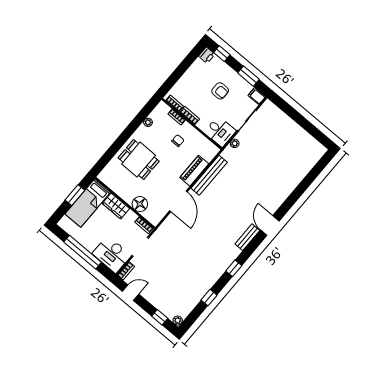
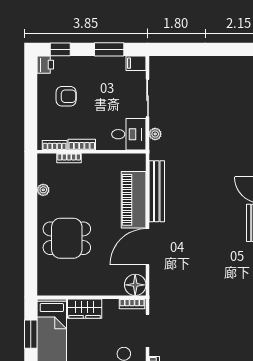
armchair: (220, 91) -> (66, 96), moved
chair: (178, 141) -> (92, 182), removed
piano: (194, 171) -> (134, 200), width x1.37, depth x1.33
door: (179, 201) -> (148, 247), swing flipped
floor lamp: (140, 204) -> (135, 285), moved

